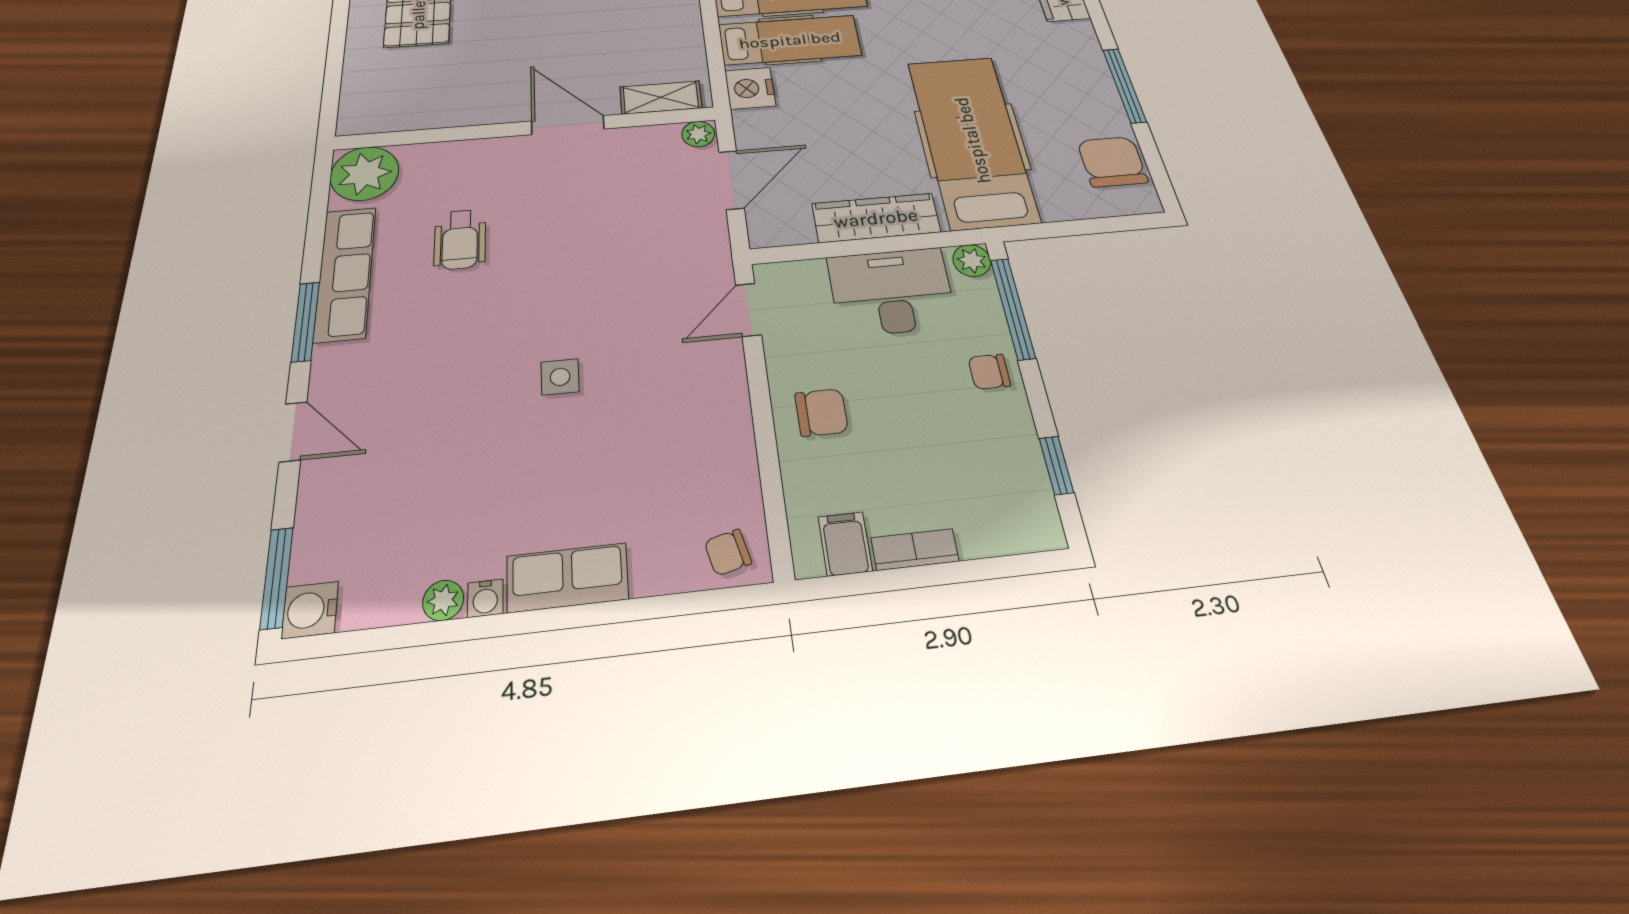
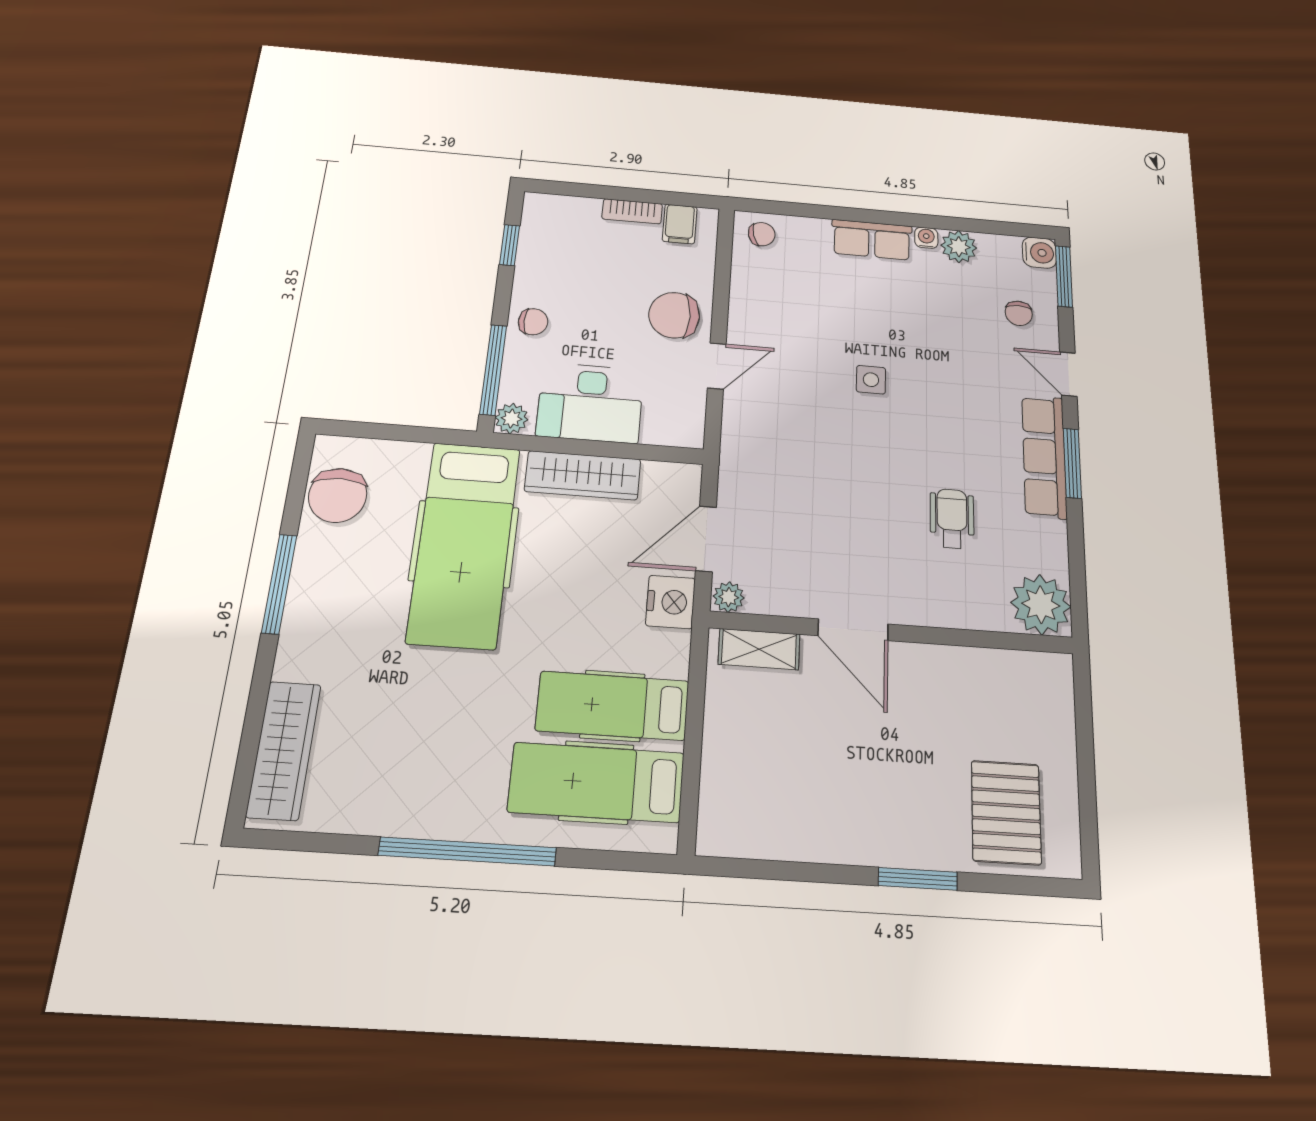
nightstand: (750, 88) -> (671, 602), moved
row of seats: (345, 273) -> (1044, 456), moved
door: (748, 310) -> (717, 366), moved
chair: (821, 412) -> (674, 315), width x1.37, depth x1.37
chair: (353, 505) -> (1019, 313), added
plant: (443, 600) -> (959, 247), width x1.38, depth x1.38

